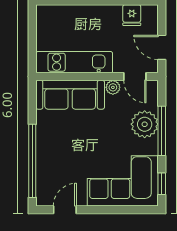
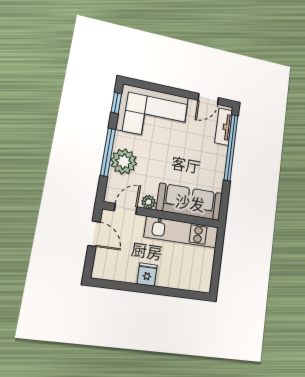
fridge: (132, 15) -> (147, 274), moved
door: (135, 77) -> (126, 209), hinge flipped
tv unit: (44, 182) -> (224, 127), added

